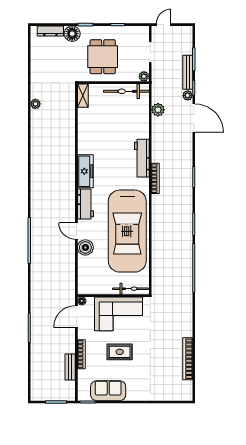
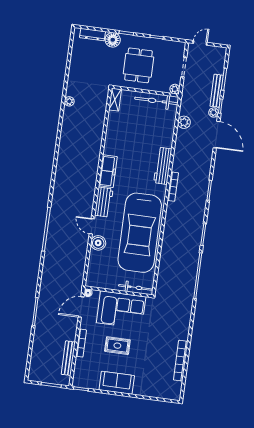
bench: (70, 367) -> (68, 358), width x1.36
sofa: (108, 391) -> (117, 383), moved

